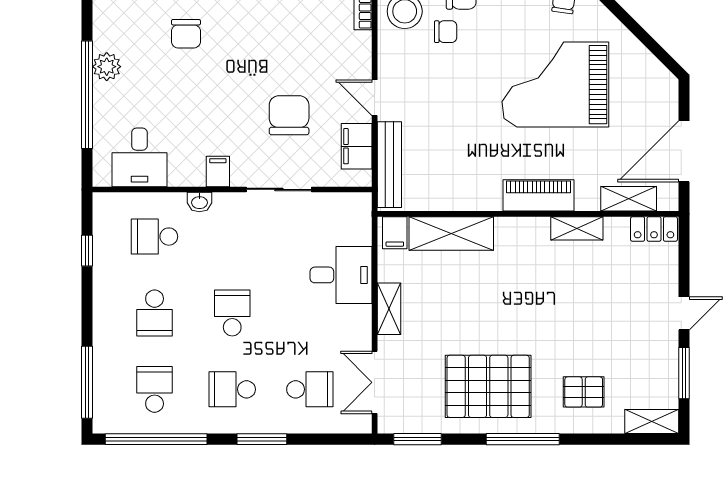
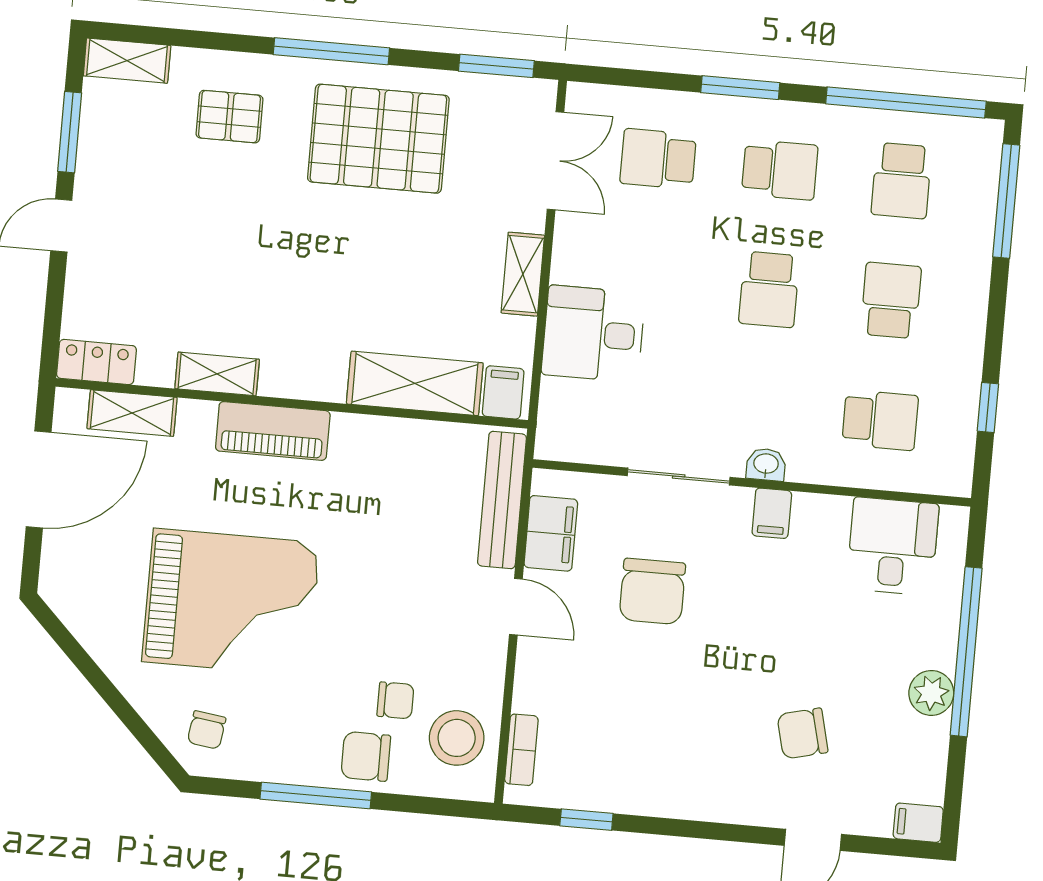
chair: (446, 32) -> (395, 700), turned 180
chair: (186, 34) -> (802, 733), turned -104
washbasin: (199, 202) -> (766, 464), moved

